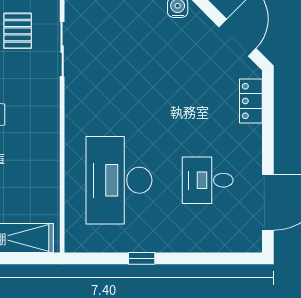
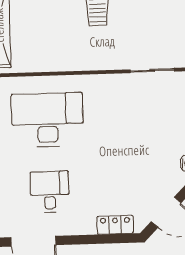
pallet: (18, 31) -> (166, 34), removed

